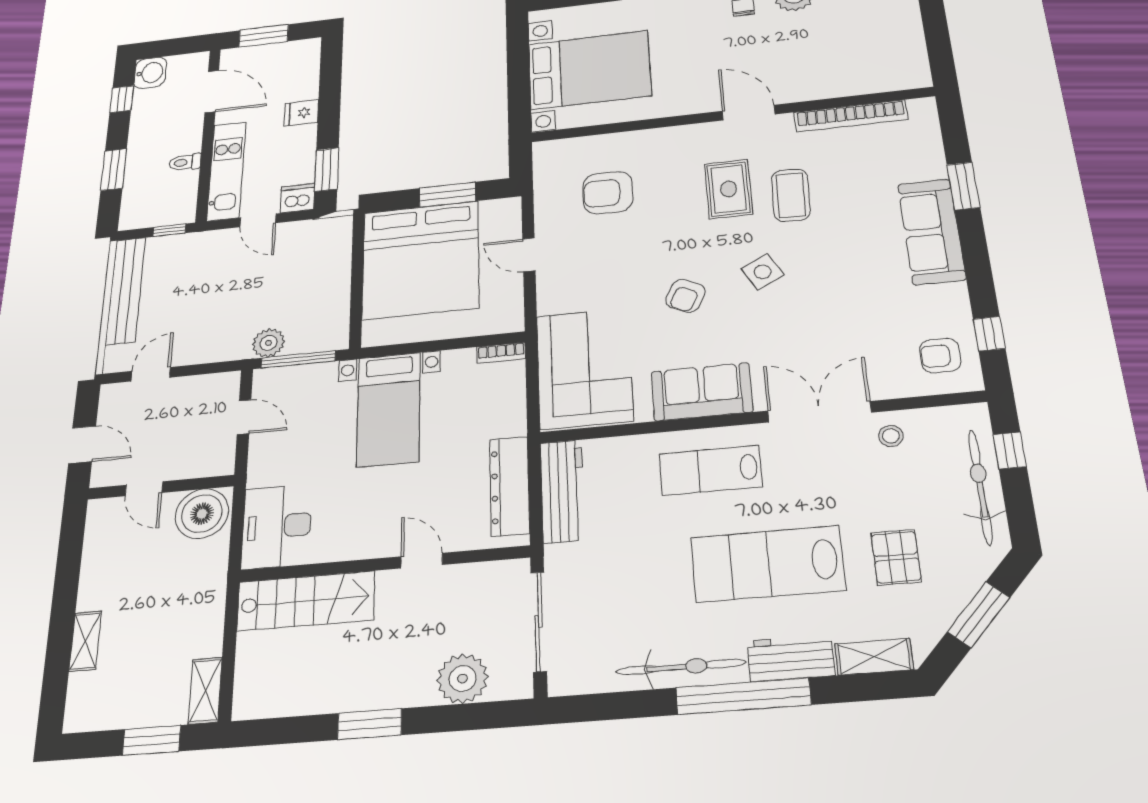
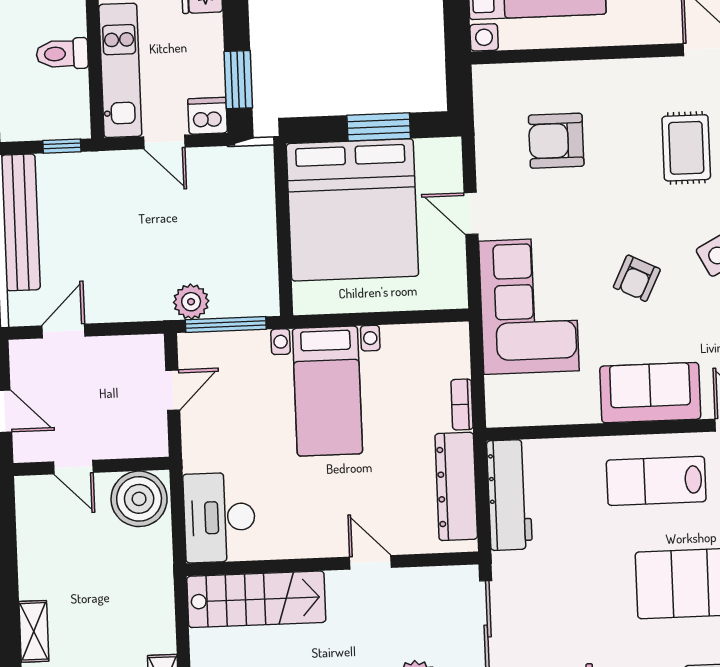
toilet: (185, 162) -> (62, 54), width x1.37, depth x1.39
bookcase: (501, 353) -> (462, 405), moved, turned 90
corner sofa: (584, 368) -> (529, 306), moved
door: (244, 417) -> (173, 390), hinge flipped

